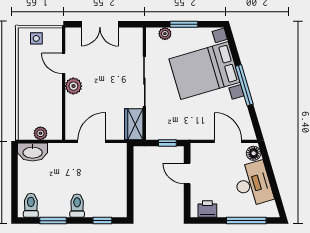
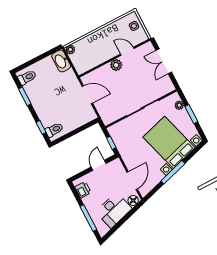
door: (64, 63) -> (127, 51), hinge flipped
wardrobe: (134, 124) -> (112, 115), removed
plant: (40, 133) -> (70, 50), moved
toilet: (77, 206) -> (54, 130), moved

